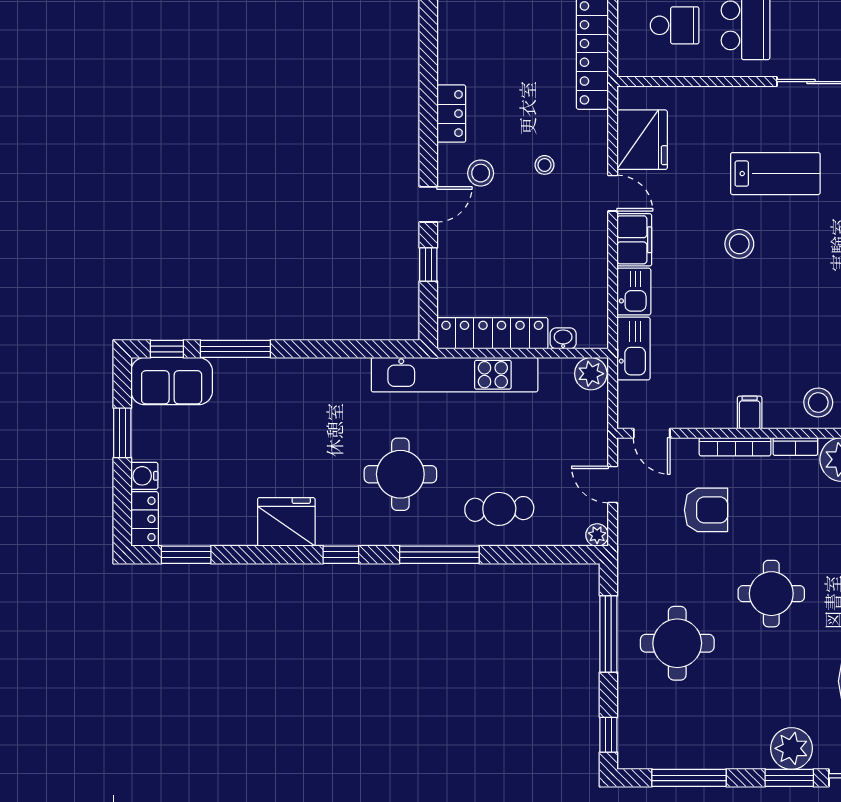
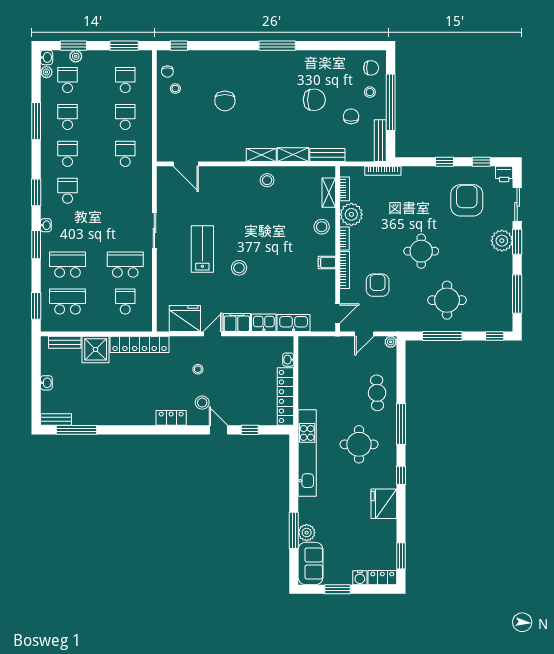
window: (167, 349) -> (294, 566), removed
plant: (591, 374) -> (307, 533), moved
kitchen unit: (455, 375) -> (307, 453), moved

